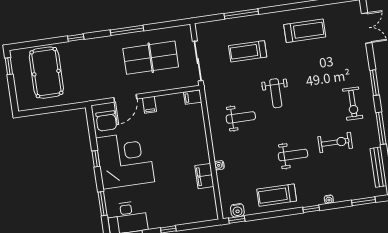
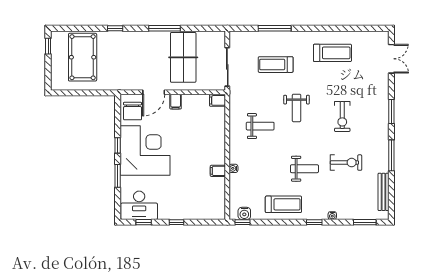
table tennis table: (151, 58) -> (183, 57), turned 90
exercise bike: (353, 104) -> (342, 116), moved
filing cabinet: (204, 176) -> (218, 171), width x0.50
treadmill: (277, 195) -> (283, 204), turned 180
window: (102, 204) -> (118, 176), moved

